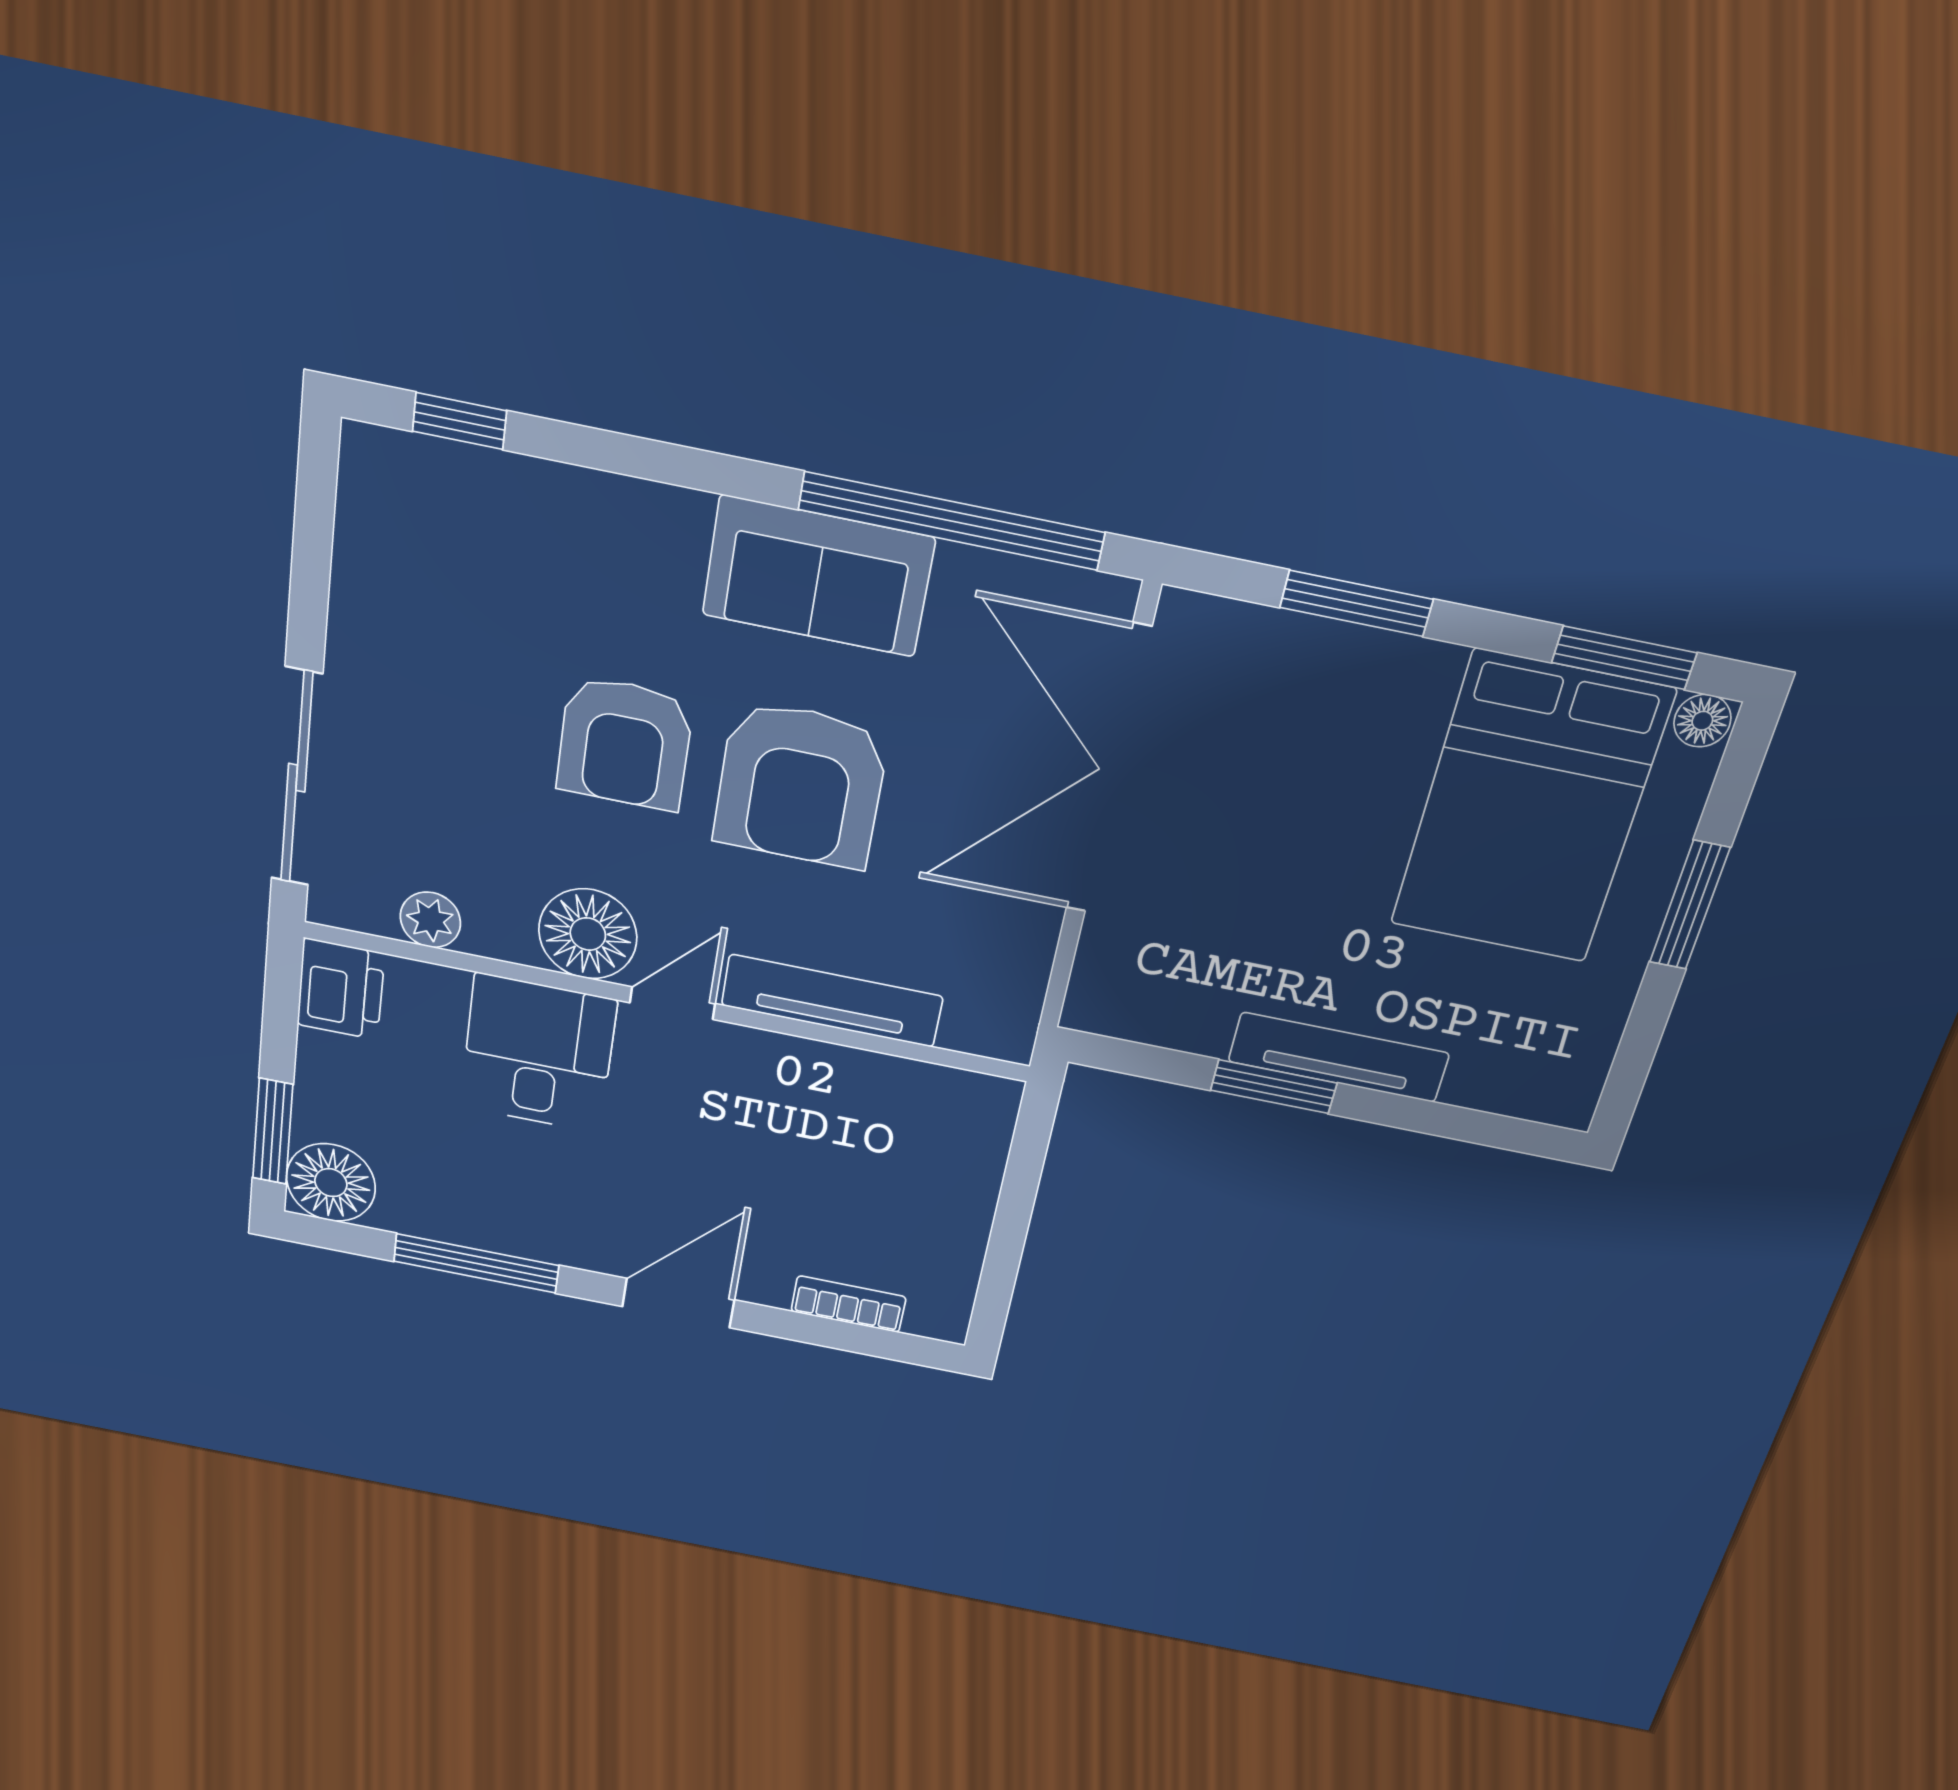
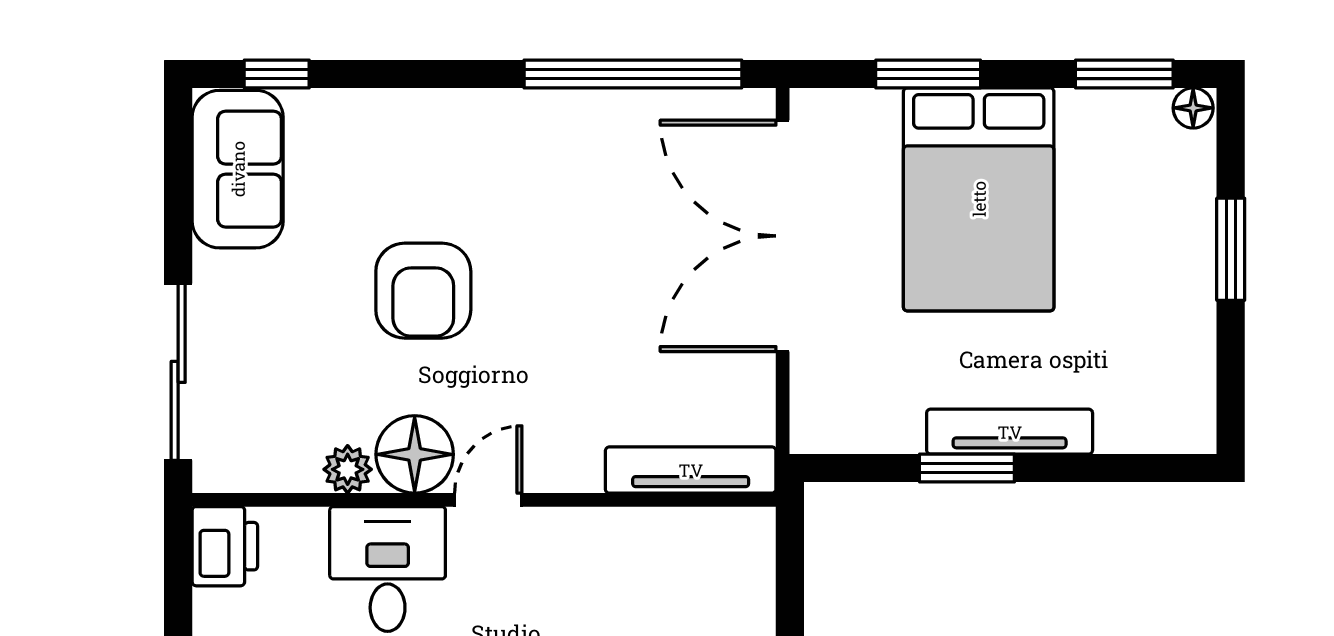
sofa: (818, 576) -> (238, 169), moved, turned -90
armchair: (801, 785) -> (559, 296), removed
bed: (1530, 809) -> (979, 199), moved
plant: (430, 920) -> (348, 469), moved
tv unit: (832, 1001) -> (691, 470), moved

